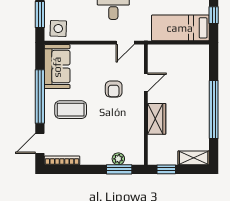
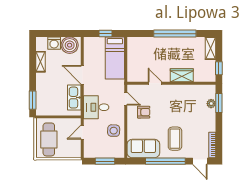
side table: (58, 29) -> (114, 131), moved
armchair: (114, 89) -> (144, 112), moved

